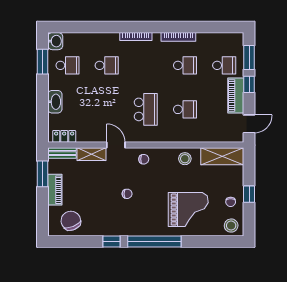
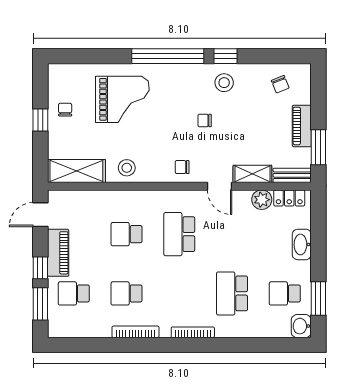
school desk: (107, 65) -> (232, 293), width x1.85
plant: (85, 135) -> (262, 200), added
grand piano: (188, 210) -> (122, 99), turned 180
chair: (71, 221) -> (280, 84), width x0.54, depth x0.54
stool: (231, 226) -> (224, 83), moved

